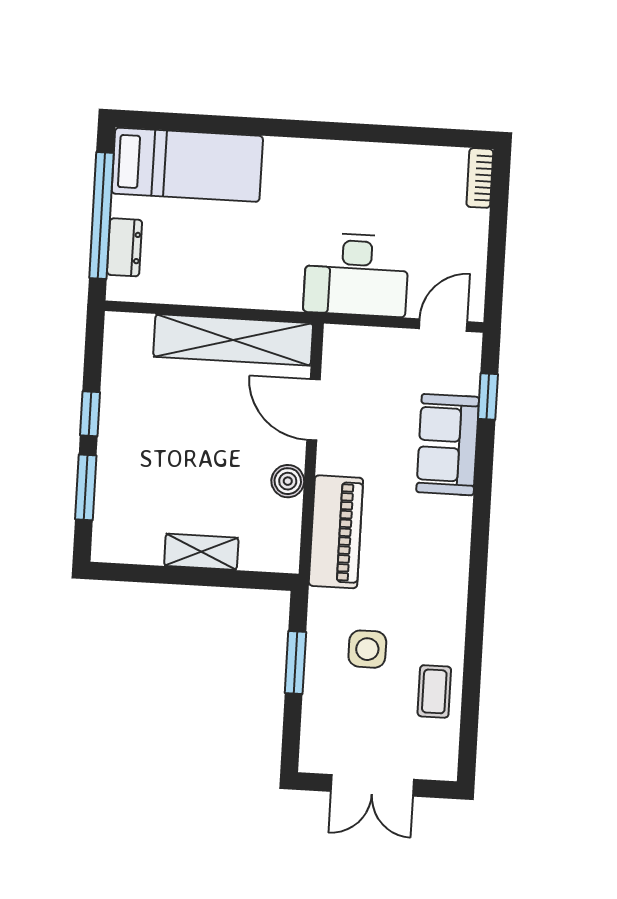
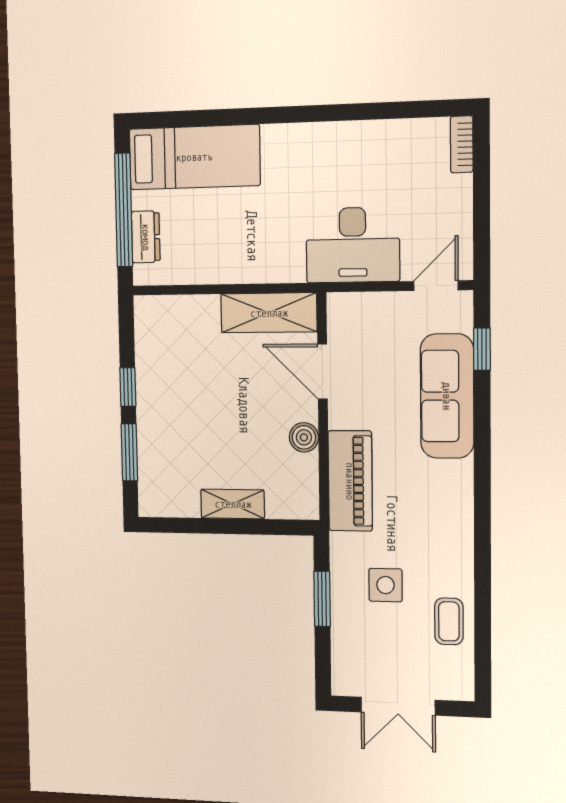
shelving: (233, 340) -> (269, 313), width x0.68
sofa: (448, 445) -> (447, 396), width x1.36

